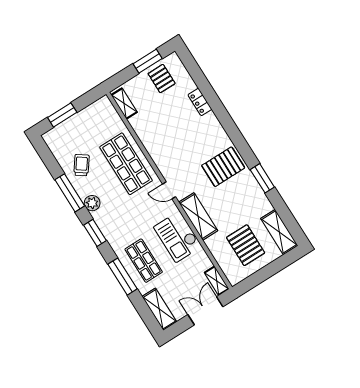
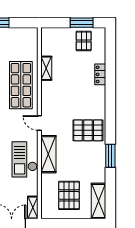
shelving: (124, 103) -> (46, 68), moved

